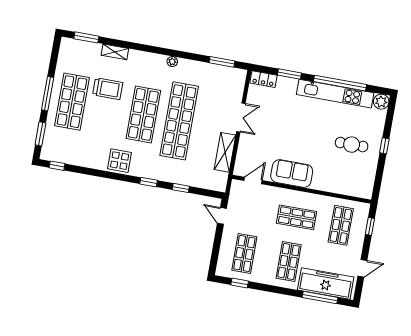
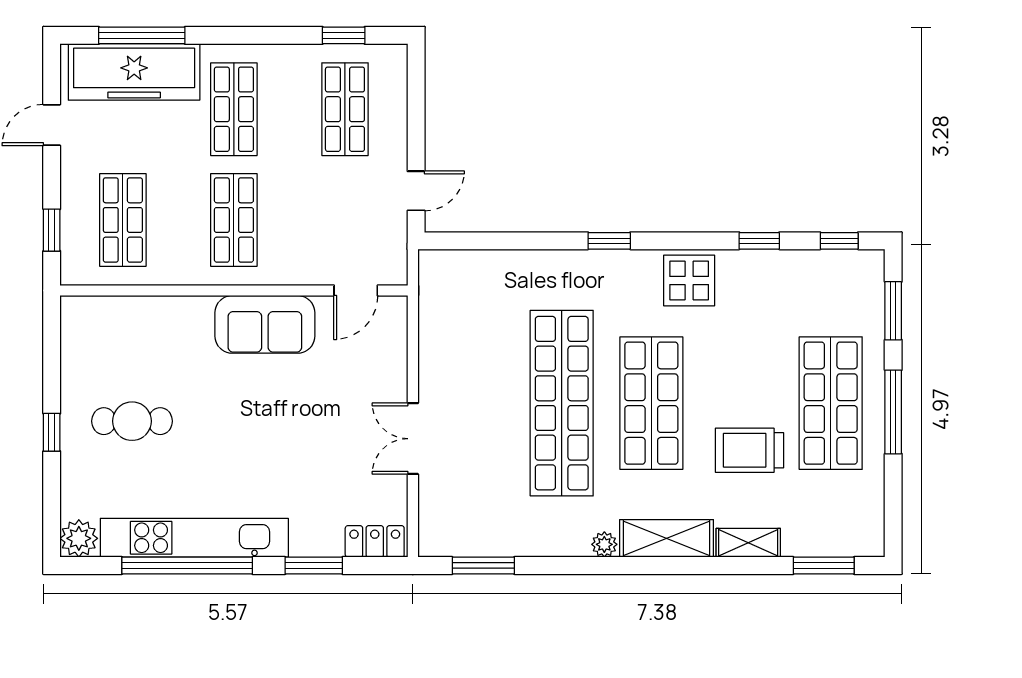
shelving: (225, 152) -> (667, 538), moved, turned 90
window: (181, 188) -> (759, 241), moved
door: (222, 216) -> (416, 191), hinge flipped
shop shelf: (297, 217) -> (234, 220), turned 90

